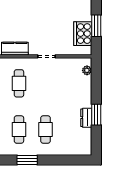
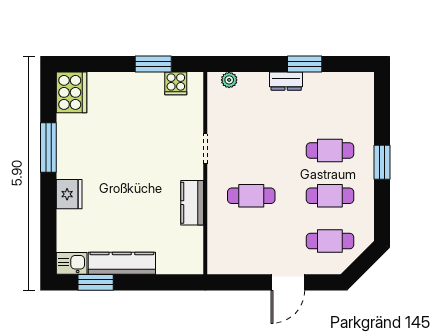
cooker: (83, 34) -> (176, 83), width x0.53, depth x0.76
dresser: (86, 118) -> (286, 81), moved
window: (27, 160) -> (382, 162), moved

